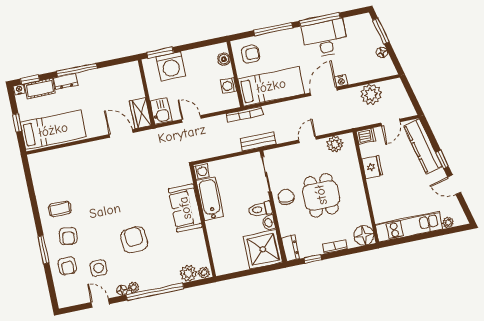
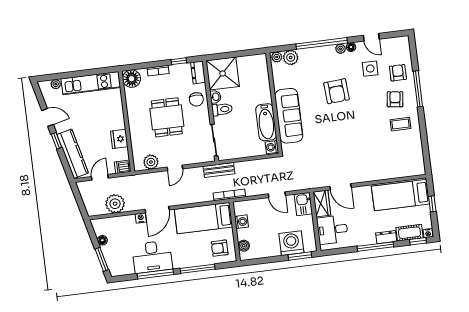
desk: (126, 85) -> (332, 230), added
chair: (286, 197) -> (196, 99), moved
sofa: (185, 208) -> (289, 116), width x1.36
window: (44, 250) -> (418, 89), width x1.44

